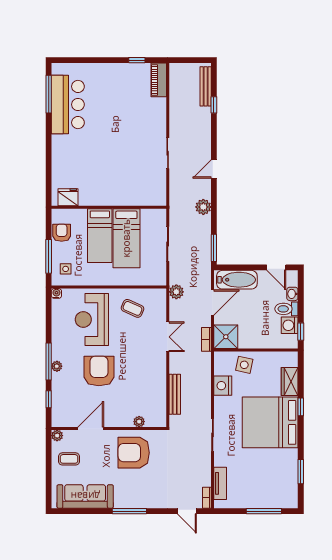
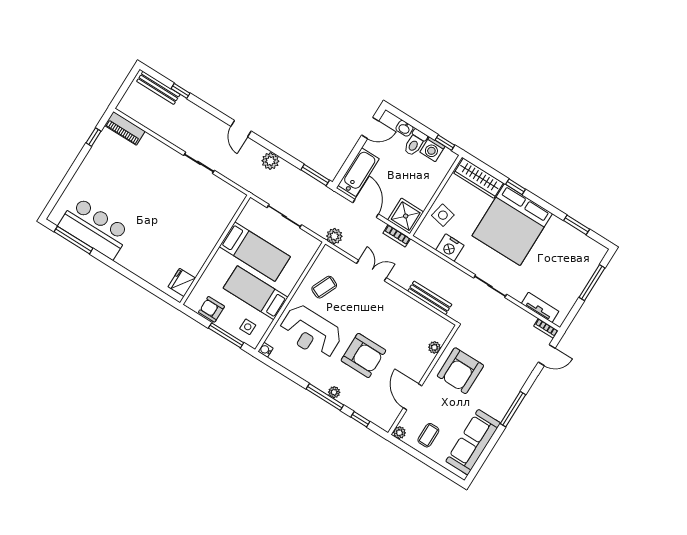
bed: (100, 236) -> (256, 293), moved, turned 180
armchair: (99, 371) -> (363, 355), turned 180
wardrobe: (290, 382) -> (479, 178), width x1.50

